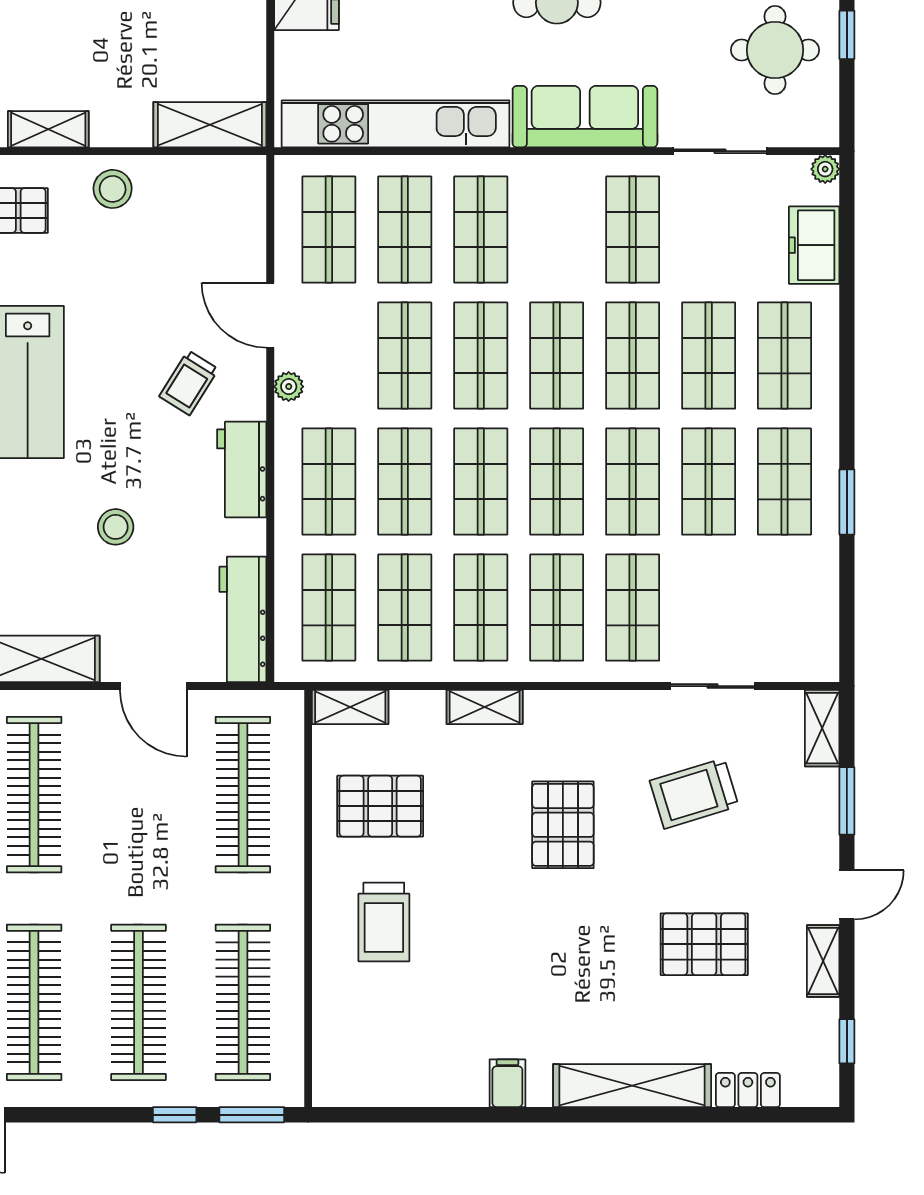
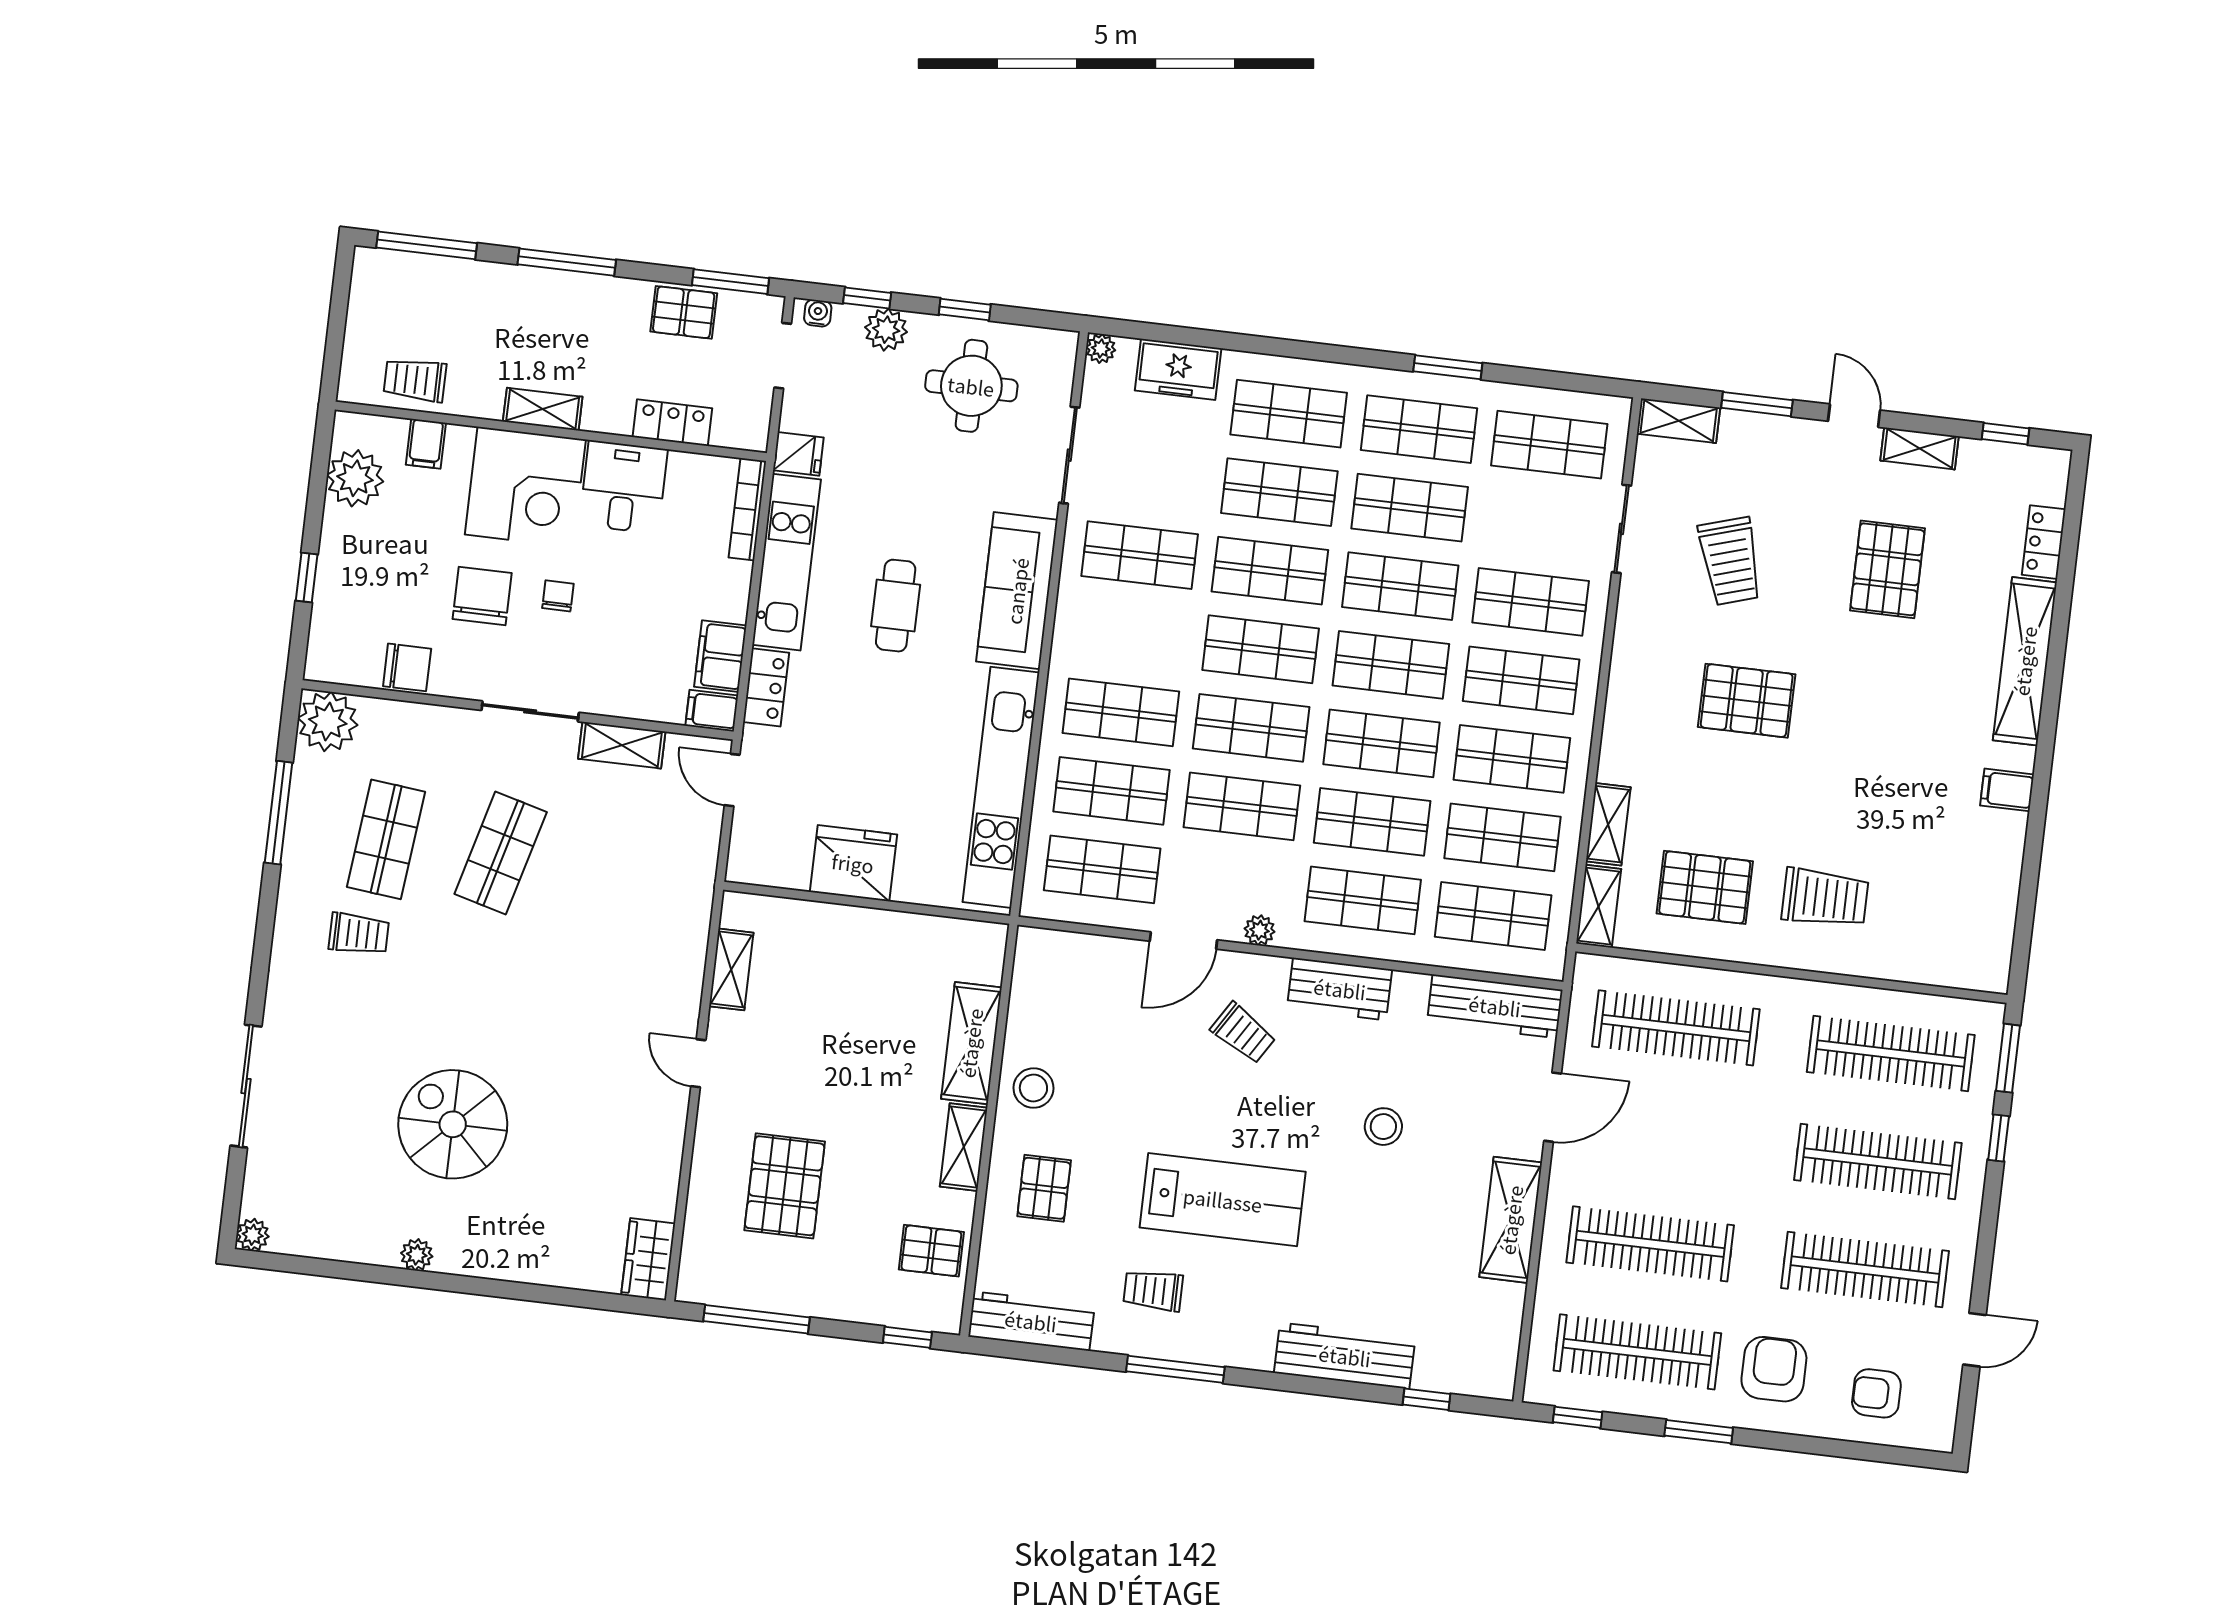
shelving: (210, 125) -> (971, 1043), moved
shop shelf: (785, 608) -> (1549, 445), added
shelving: (485, 707) -> (1608, 824), moved
pallet: (380, 806) -> (1705, 887), turned 90

